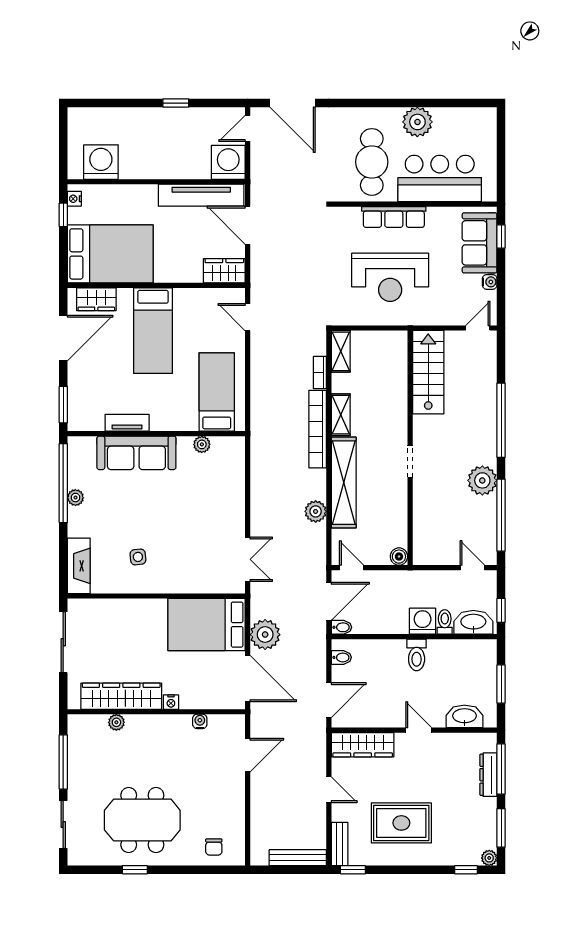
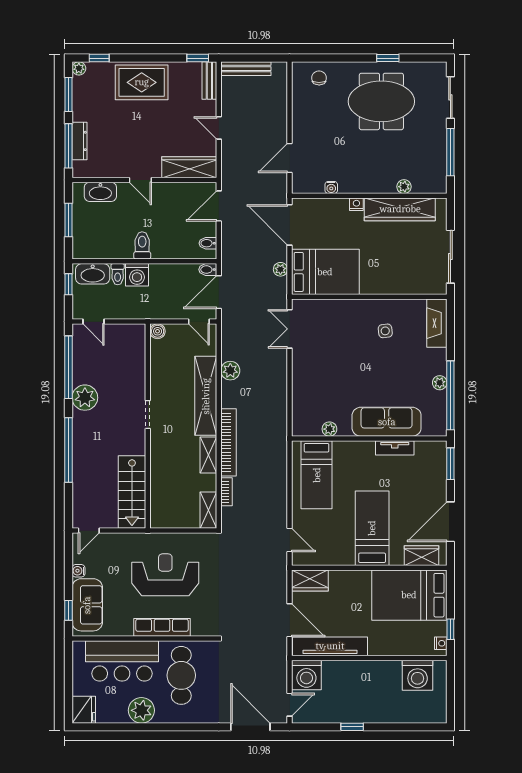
fridge: (484, 123) -> (84, 710), added
plant: (265, 635) -> (280, 269), width x0.53, depth x0.53
rug: (401, 823) -> (142, 82), moved

